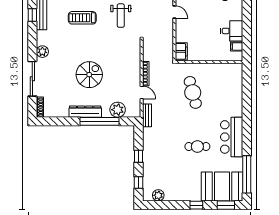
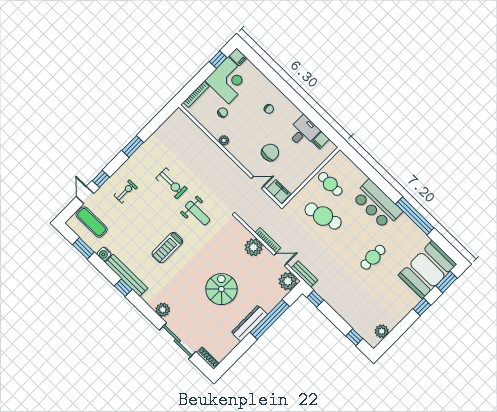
door: (174, 12) -> (258, 182), moved
chair: (200, 23) -> (270, 152), added
plant: (133, 69) -> (254, 247), added
cafe table: (216, 78) -> (330, 184), added
plant: (118, 110) -> (288, 281), moved
bar counter: (232, 137) -> (377, 204), moved
window: (139, 156) -> (315, 299), moved
window: (247, 174) -> (415, 216), moved

